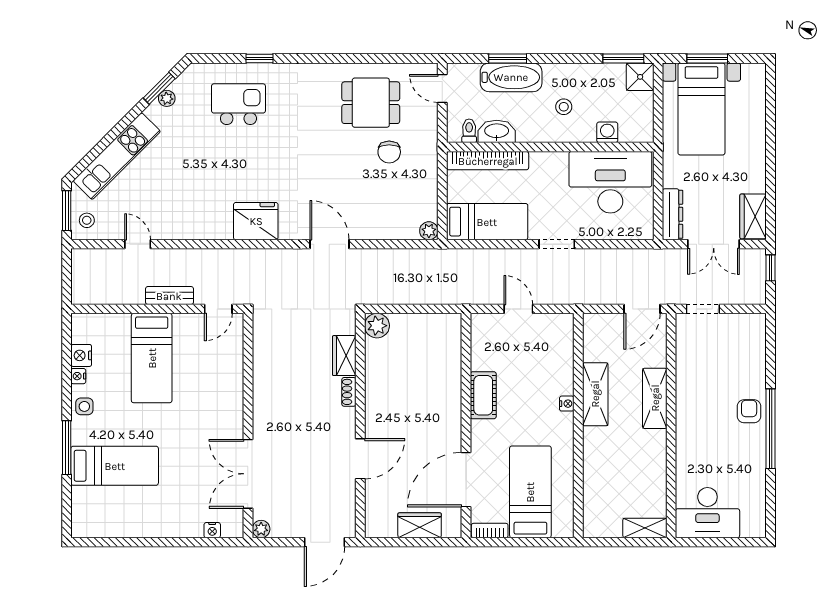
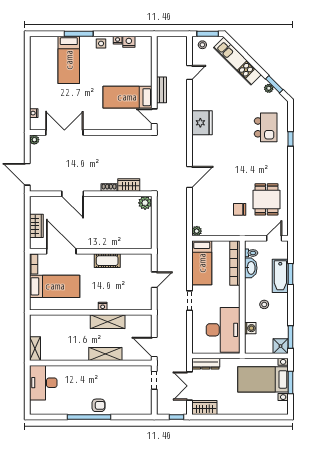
fridge: (256, 221) -> (202, 123), moved
bed: (152, 358) -> (127, 97), moved

